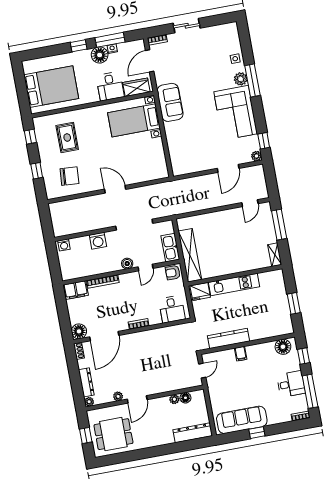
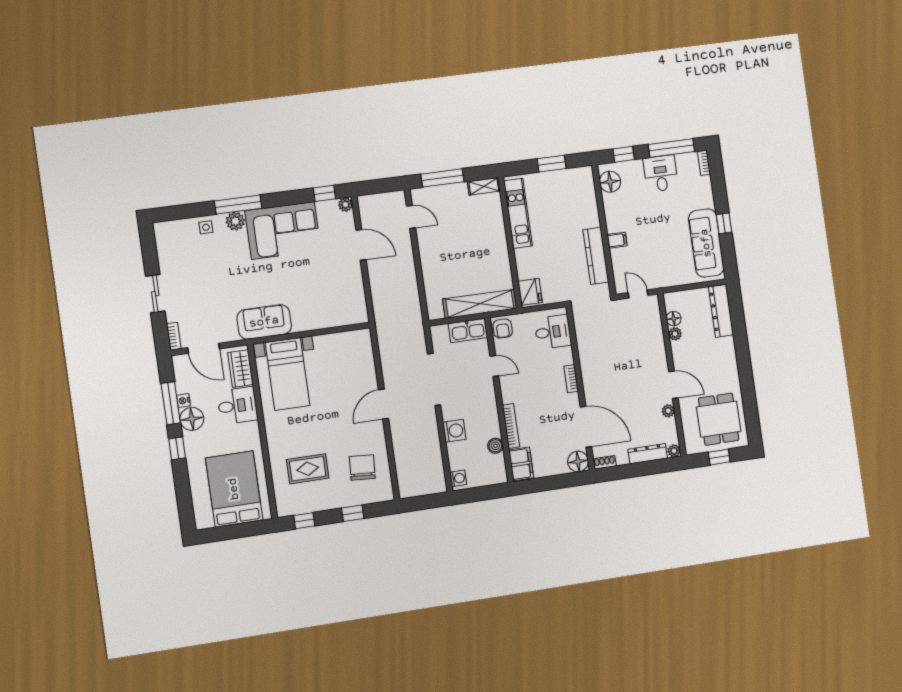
boiler: (127, 264) -> (495, 446), moved
kitchen unit: (234, 284) -> (518, 213), moved

